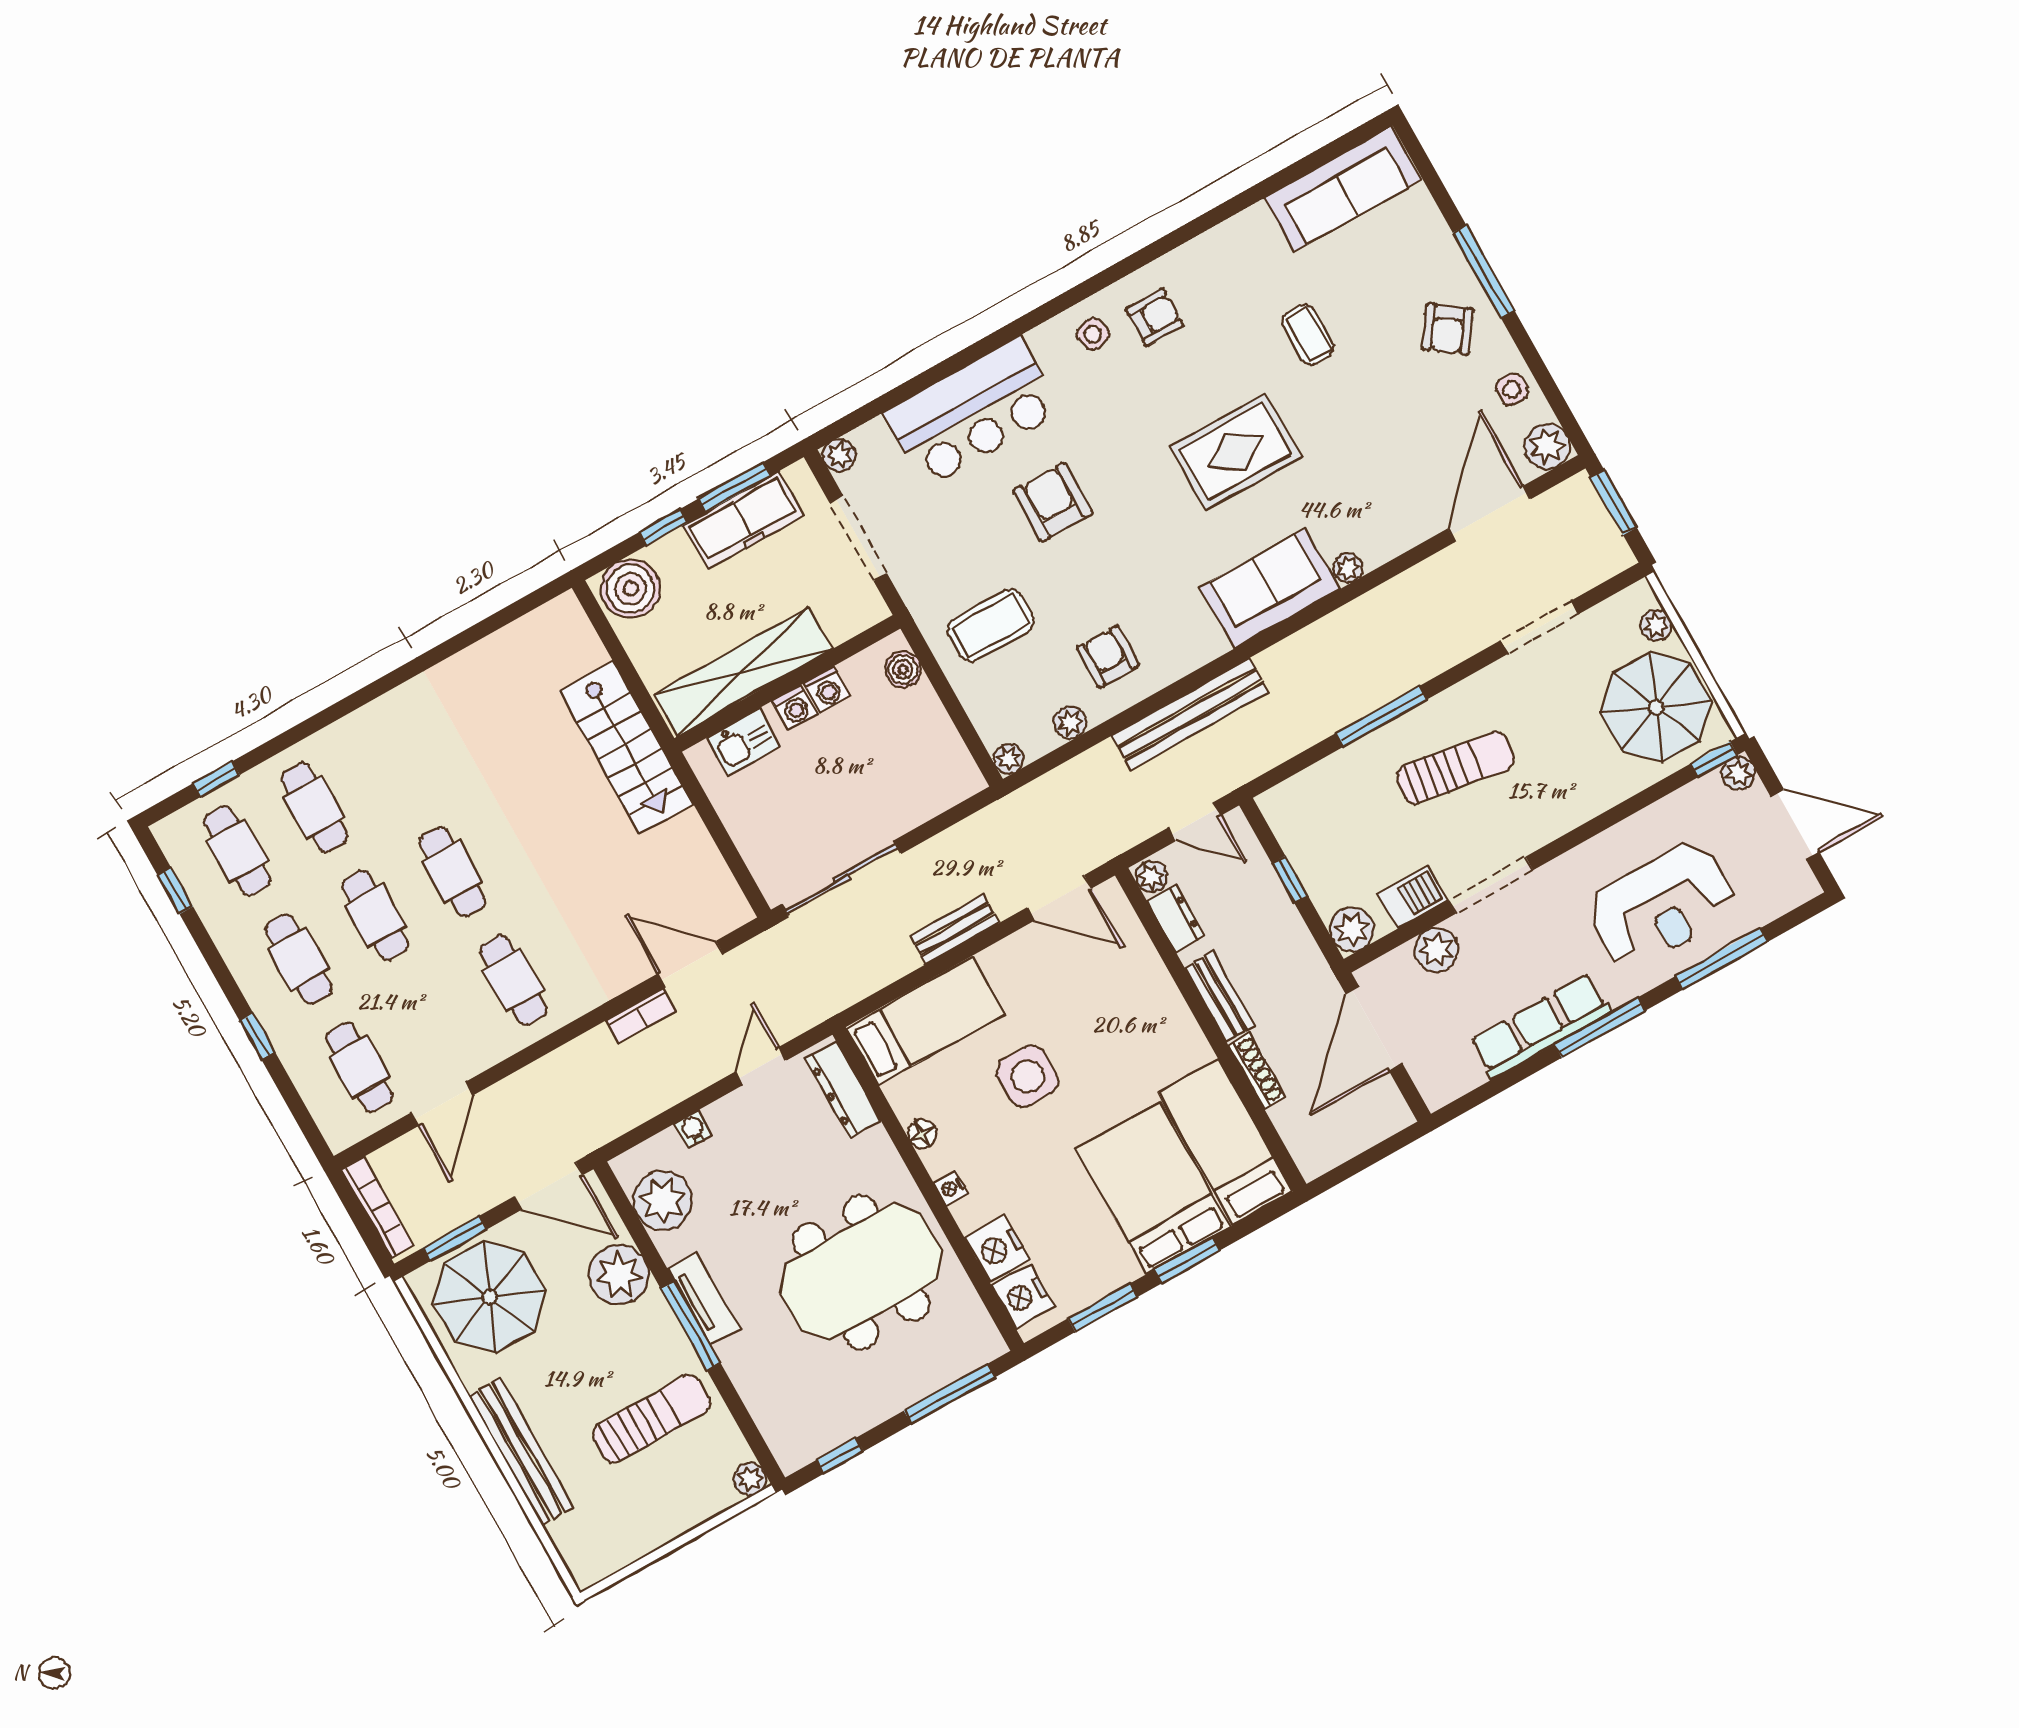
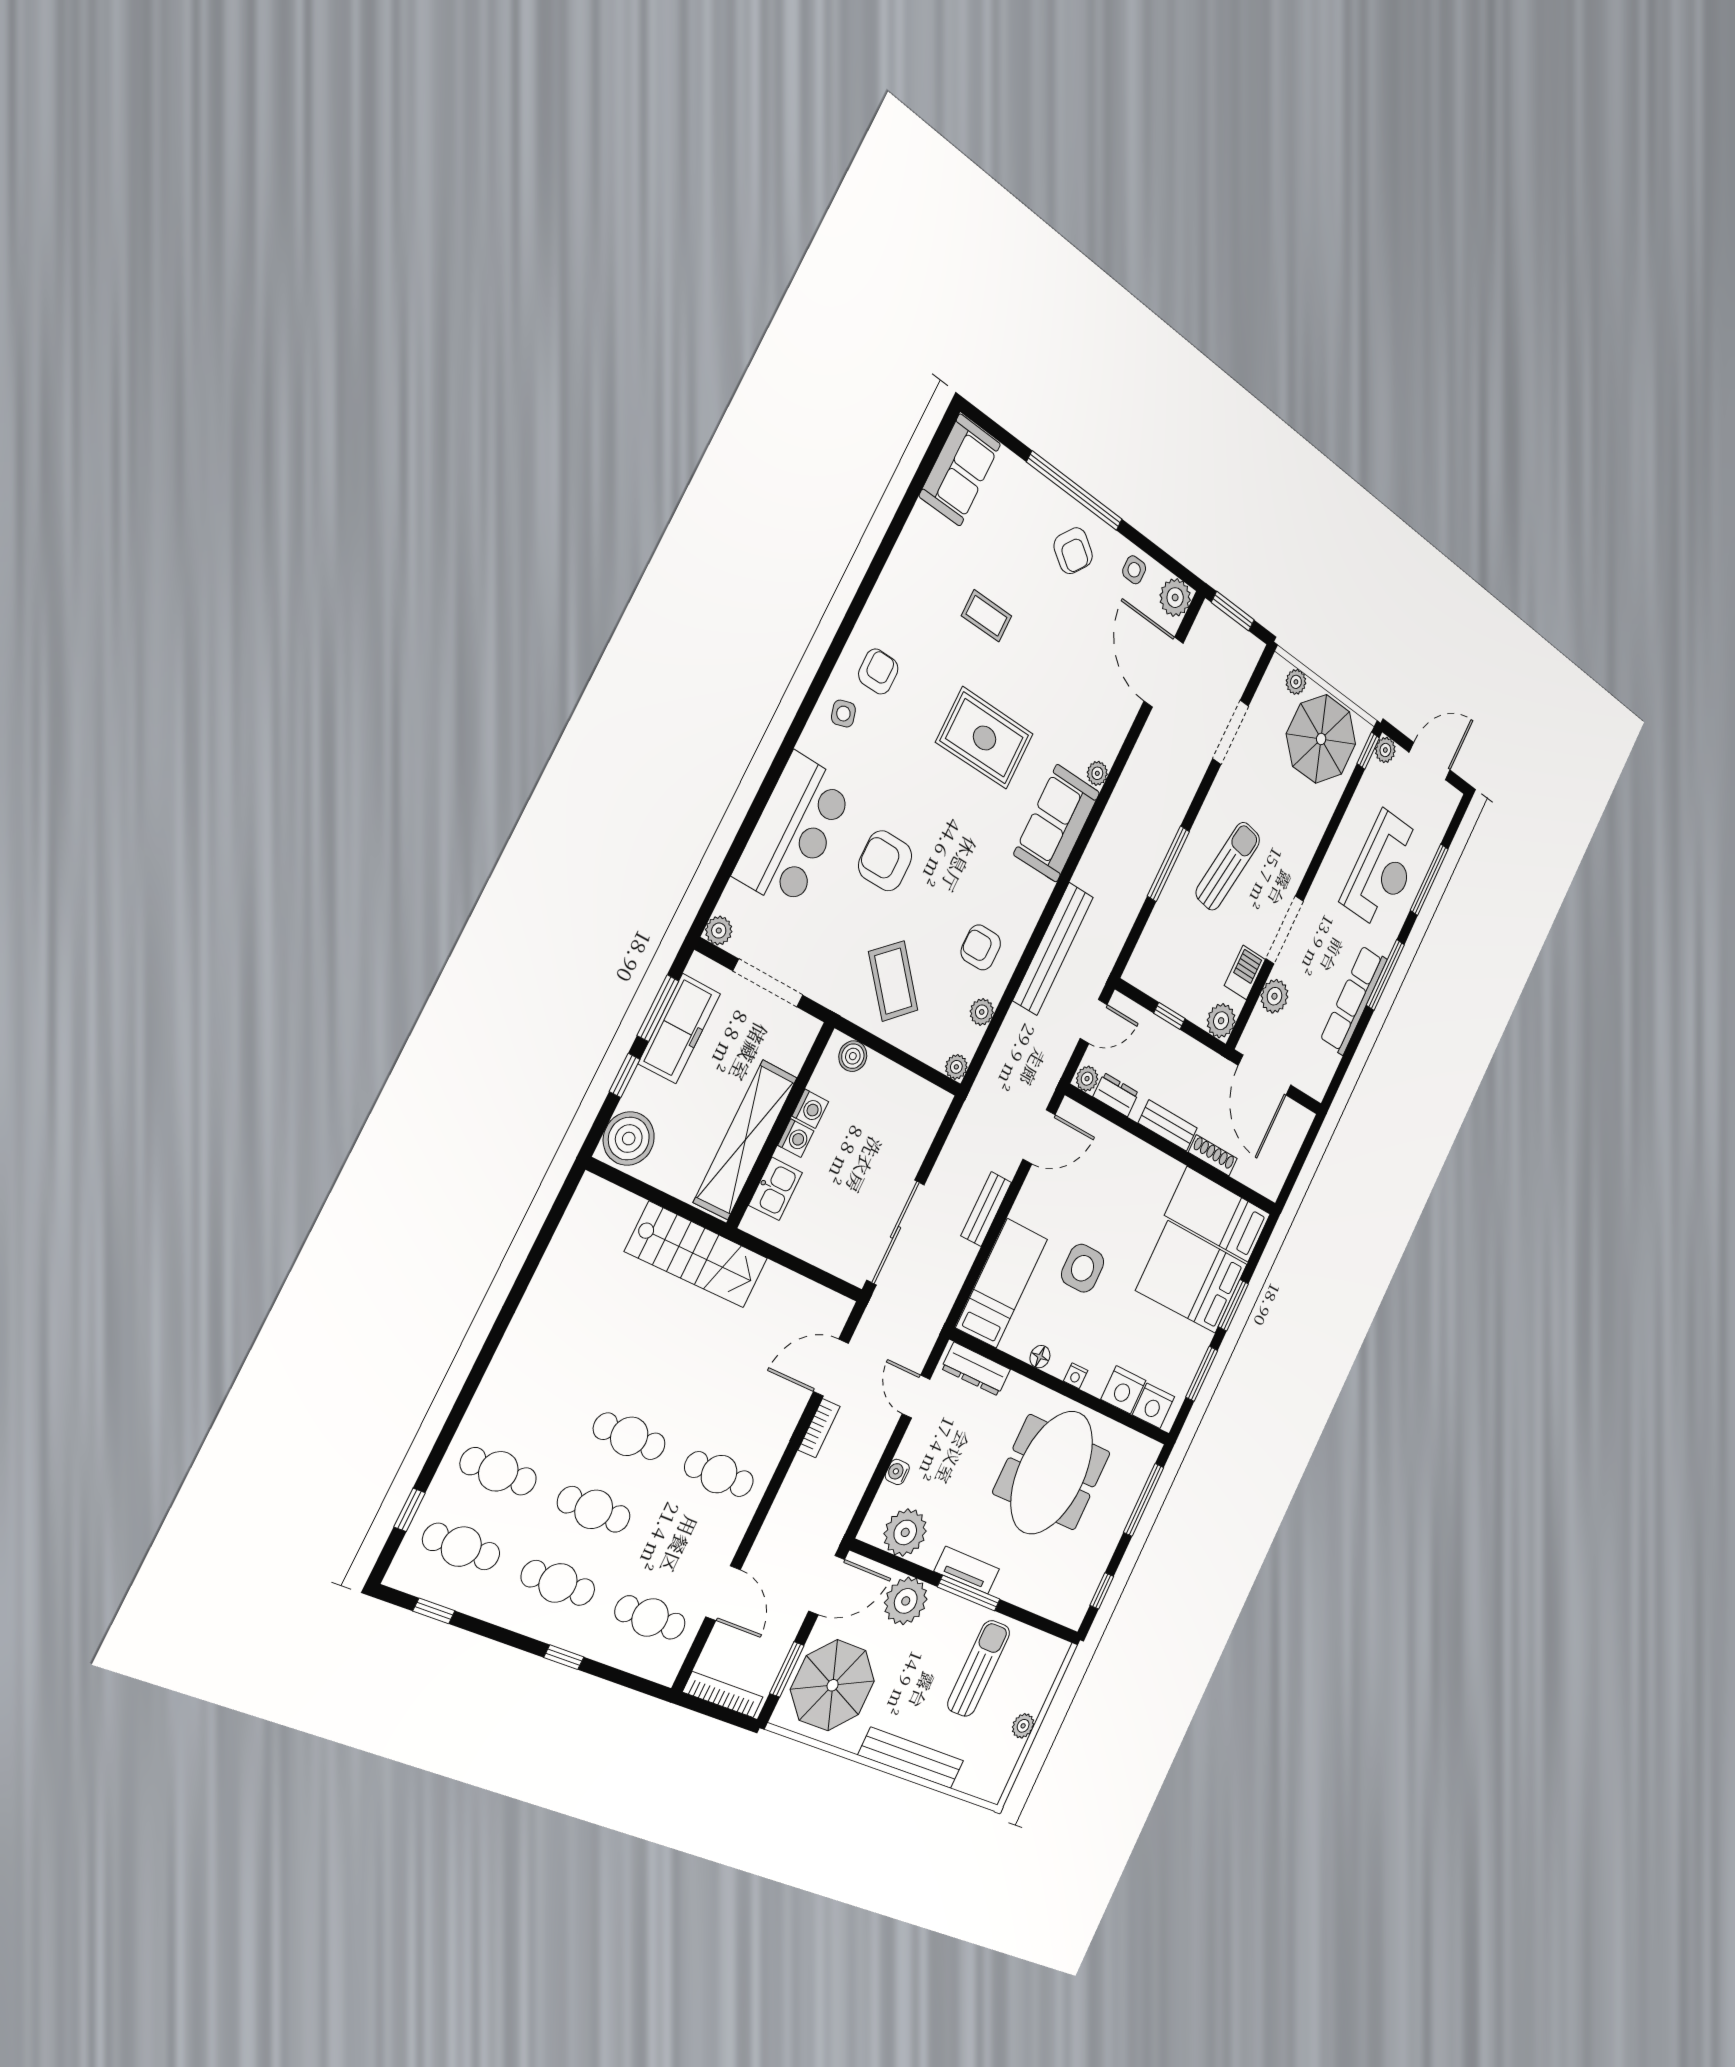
sofa: (1343, 189) -> (960, 470), width x0.73
window: (1484, 272) -> (1075, 491), width x1.46
rug: (1235, 452) -> (985, 738), turned 90
coffee table: (991, 625) -> (893, 981), turned -42
plant: (750, 1479) -> (1023, 1726), moved

